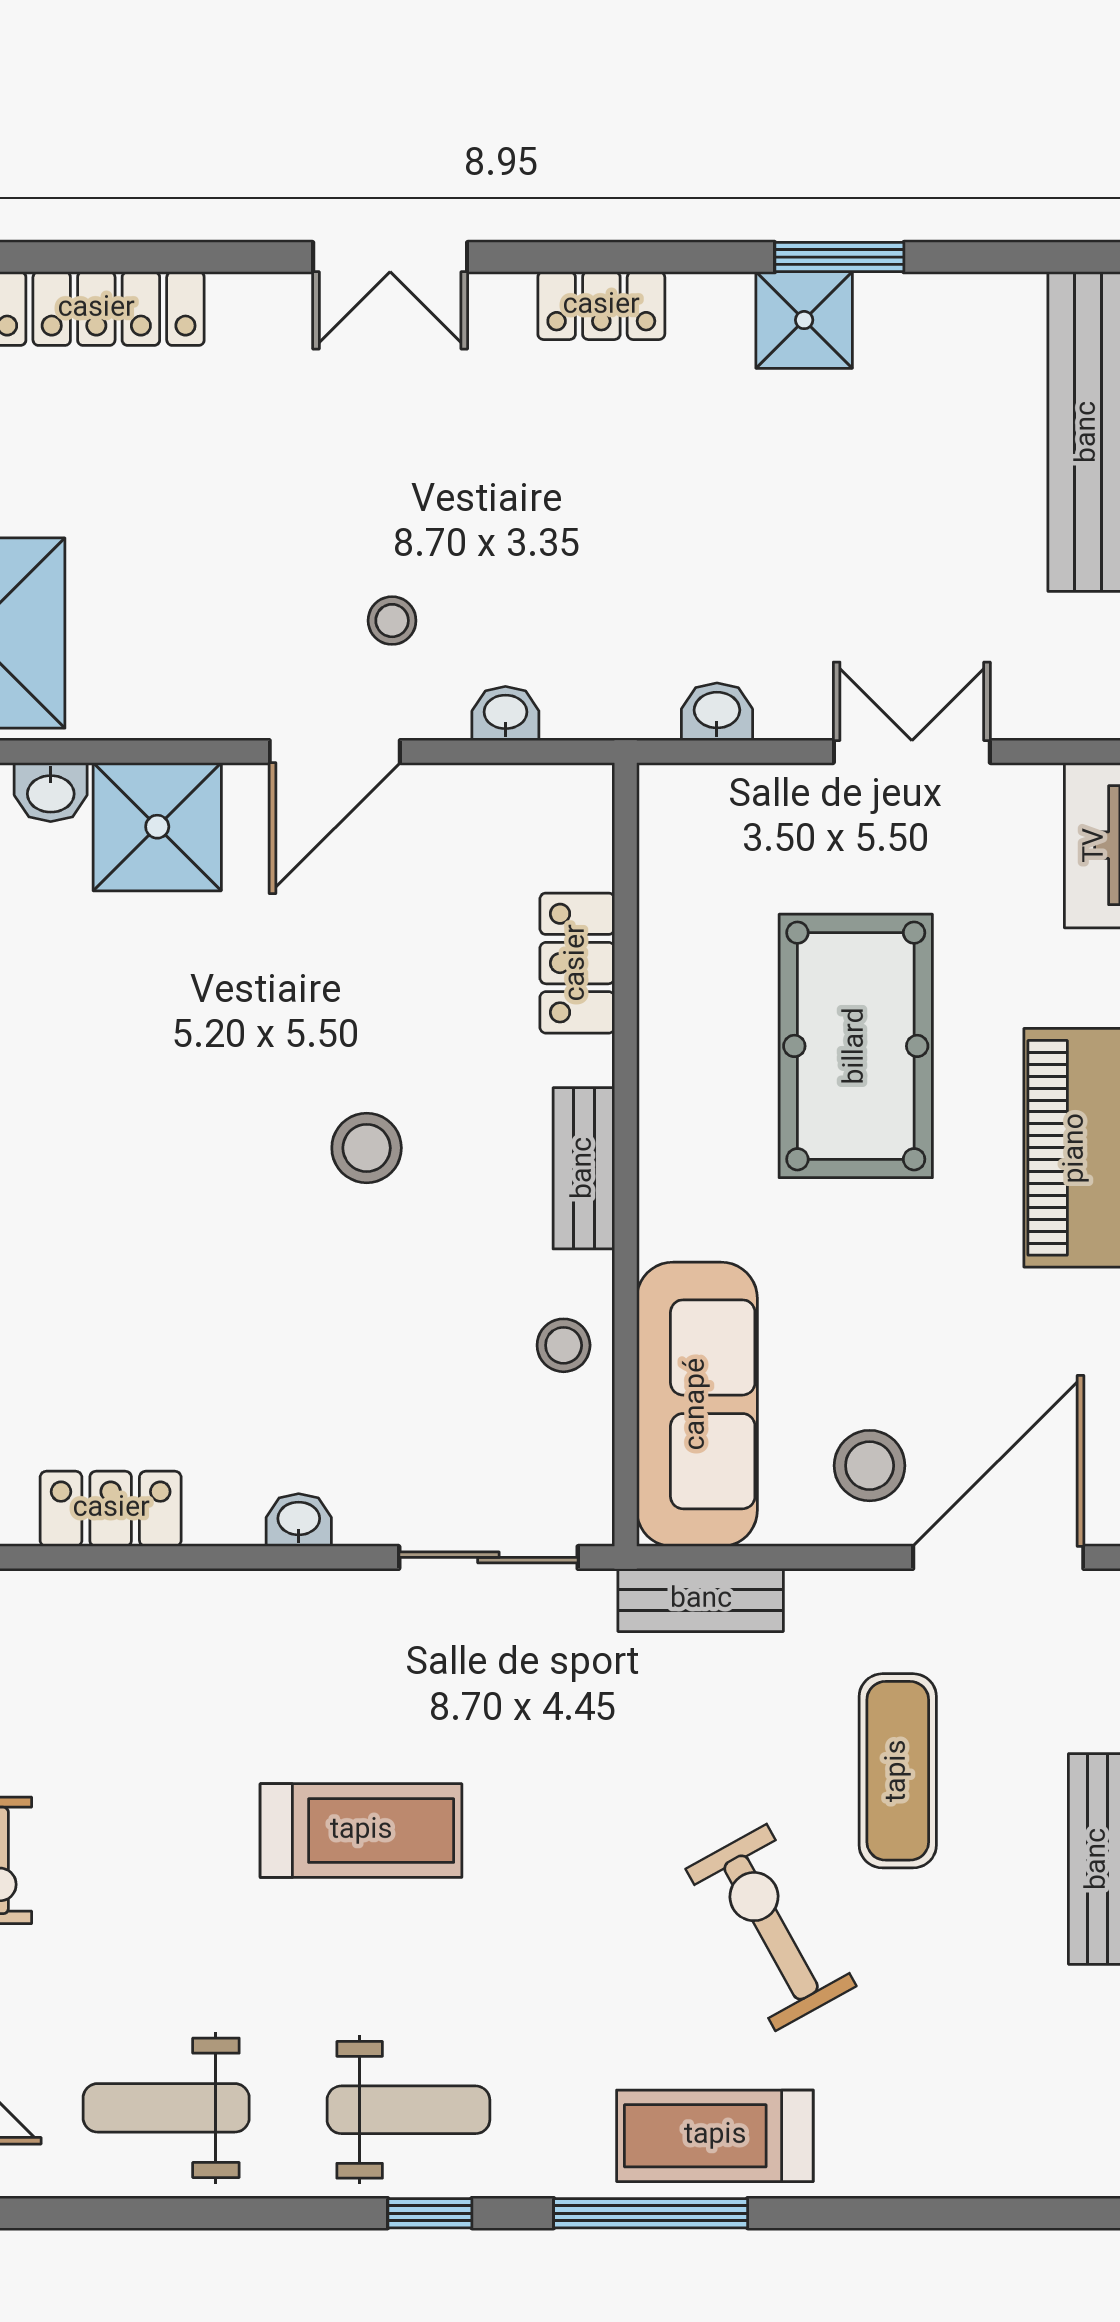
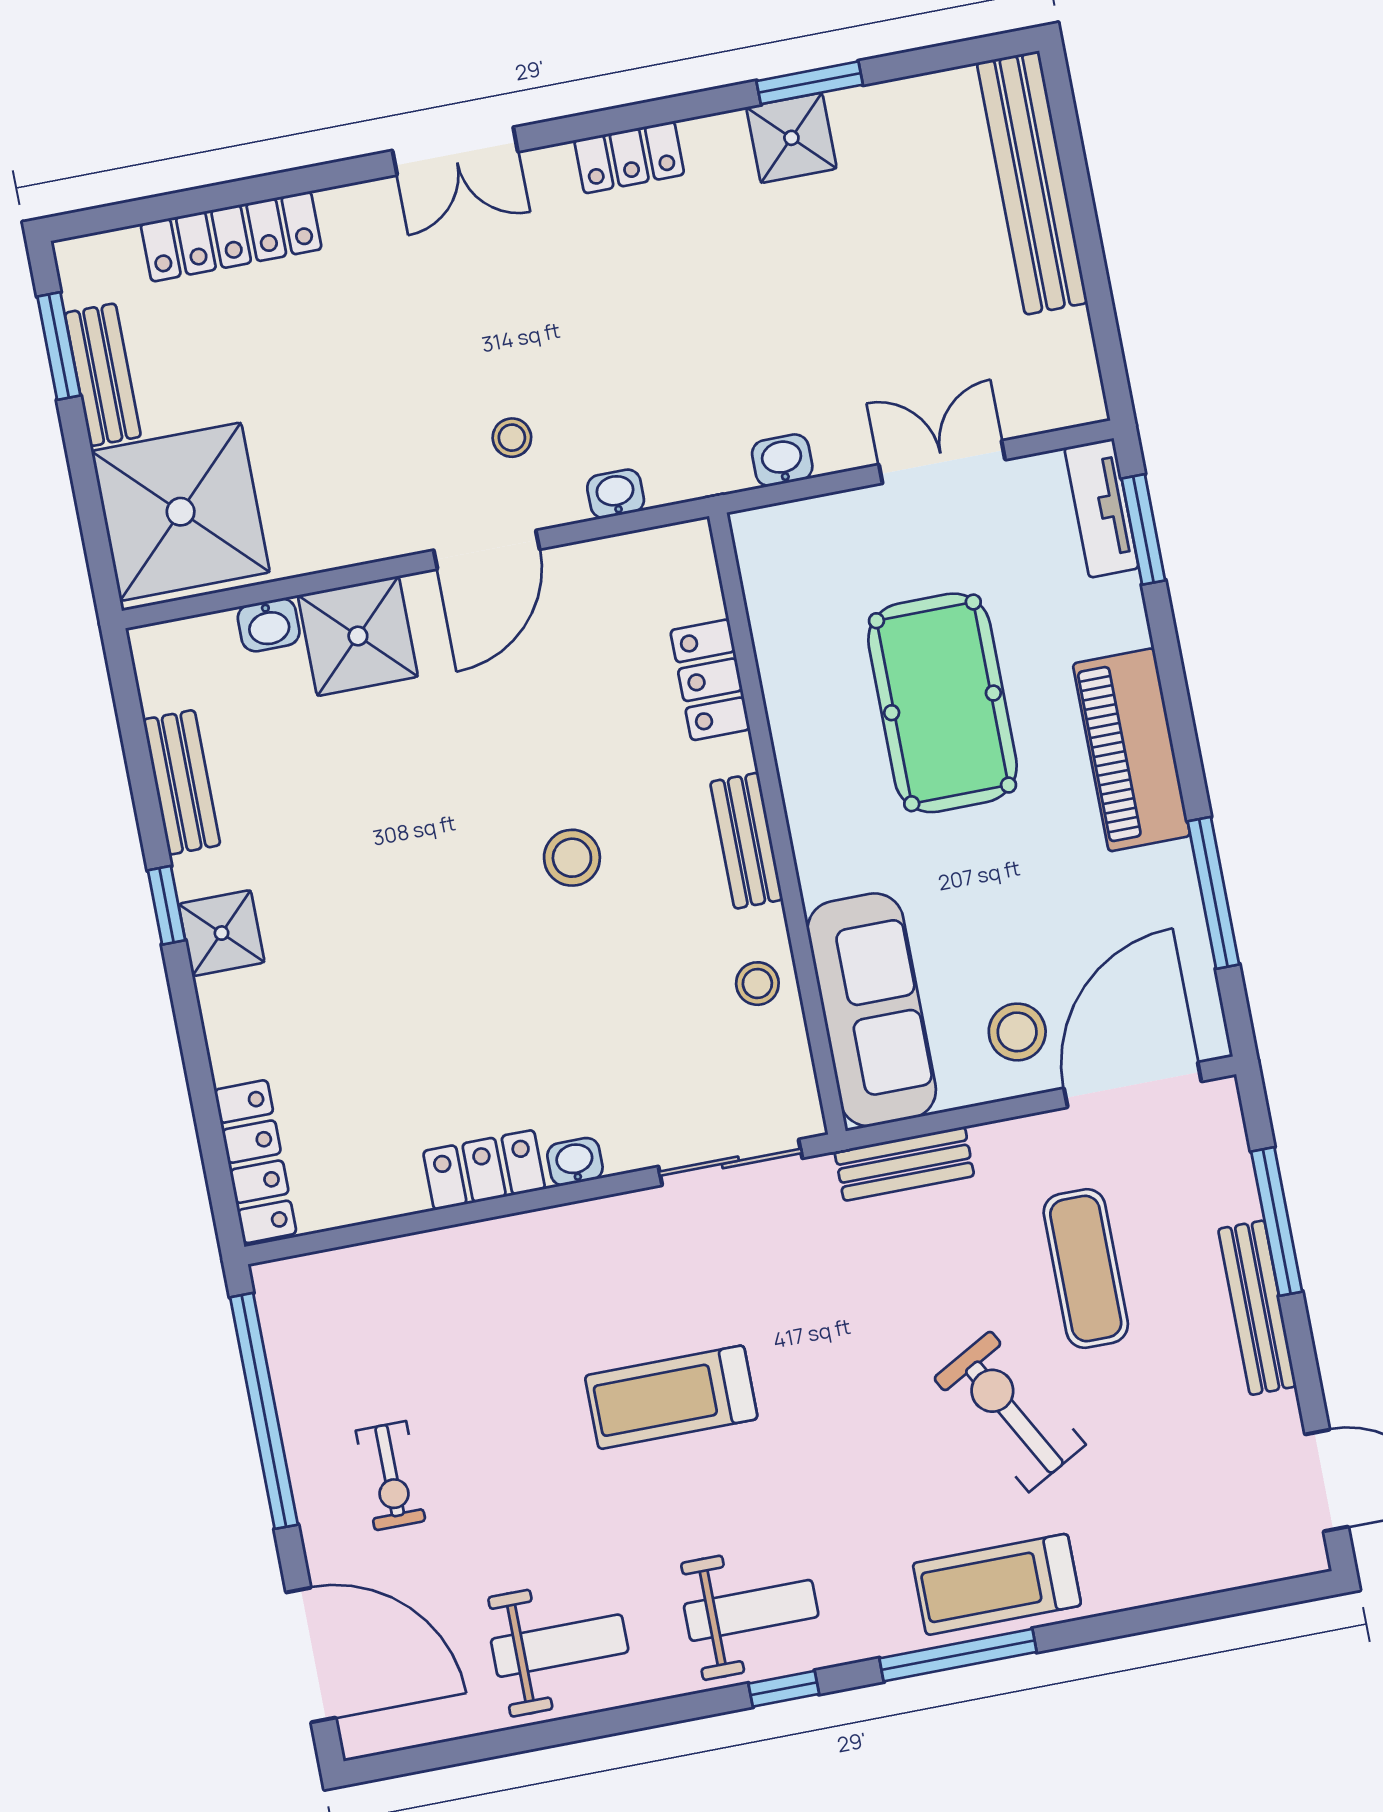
locker: (111, 1509) -> (484, 1170), moved
treadmill: (361, 1831) -> (671, 1397), turned 180
weight bench: (166, 2108) -> (560, 1646), turned 180

